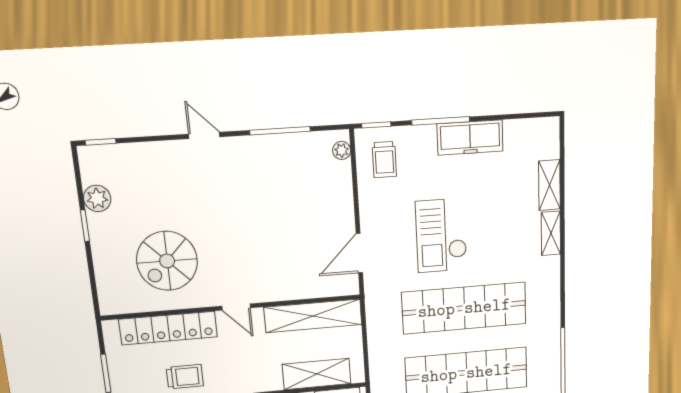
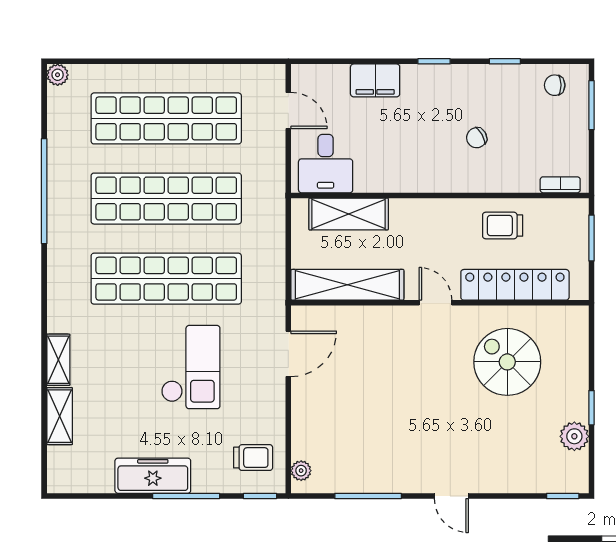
trolley: (384, 160) -> (253, 458), turned 90
spiral stairs: (167, 261) -> (507, 362), turned -90

